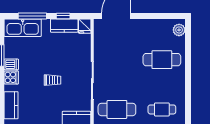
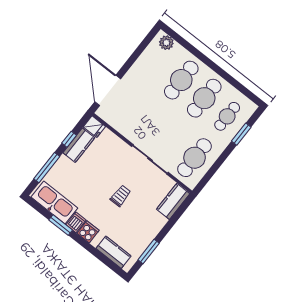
kitchen sink: (23, 28) -> (54, 203), moved, turned -90
cafe table: (162, 85) -> (204, 98), added

